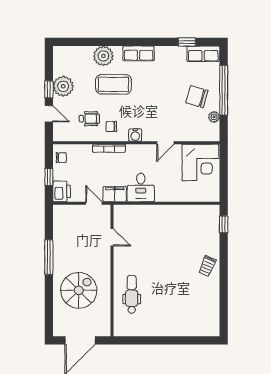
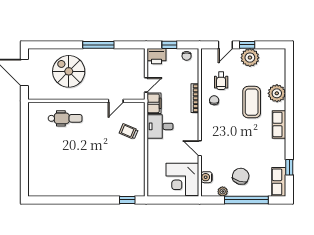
water cooler: (135, 135) -> (207, 177), moved
trolley: (207, 266) -> (129, 131), moved
spiral stairs: (79, 290) -> (69, 71), turned 180

